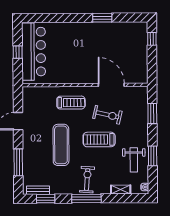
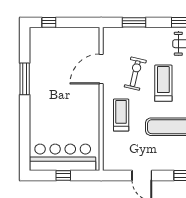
window: (102, 18) -> (25, 79), width x1.44
treadmill: (99, 139) -> (163, 83), turned 180

